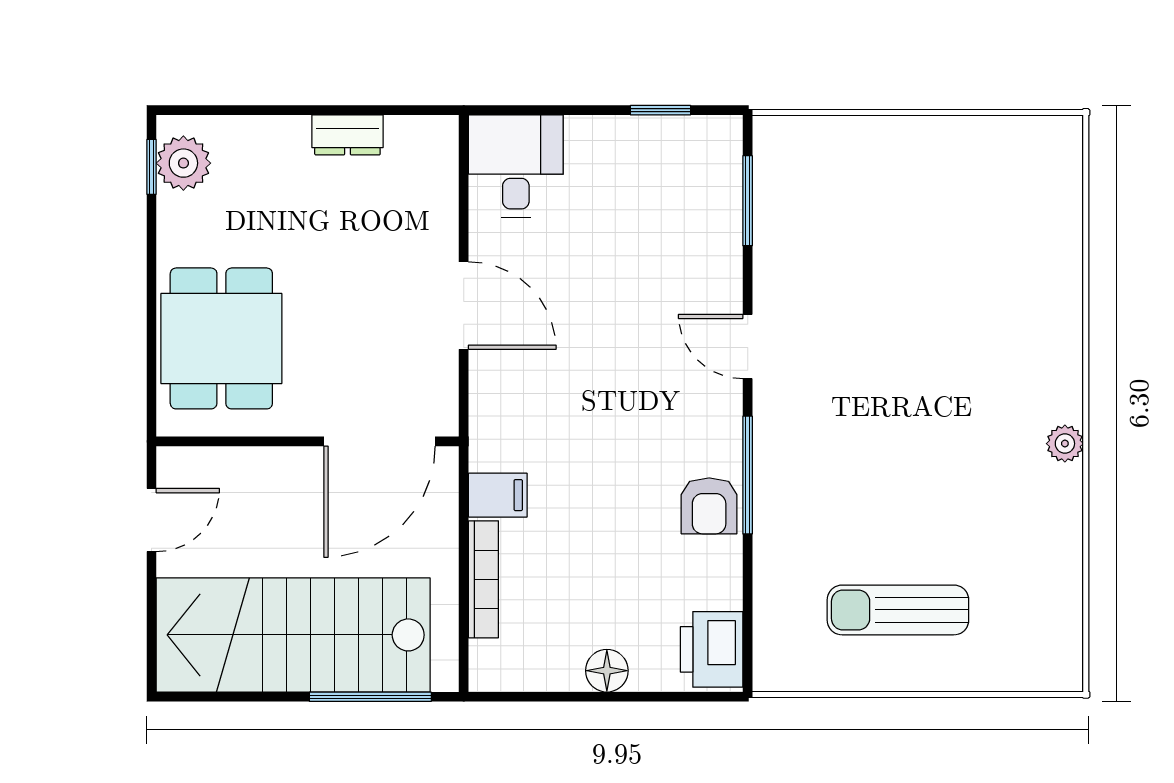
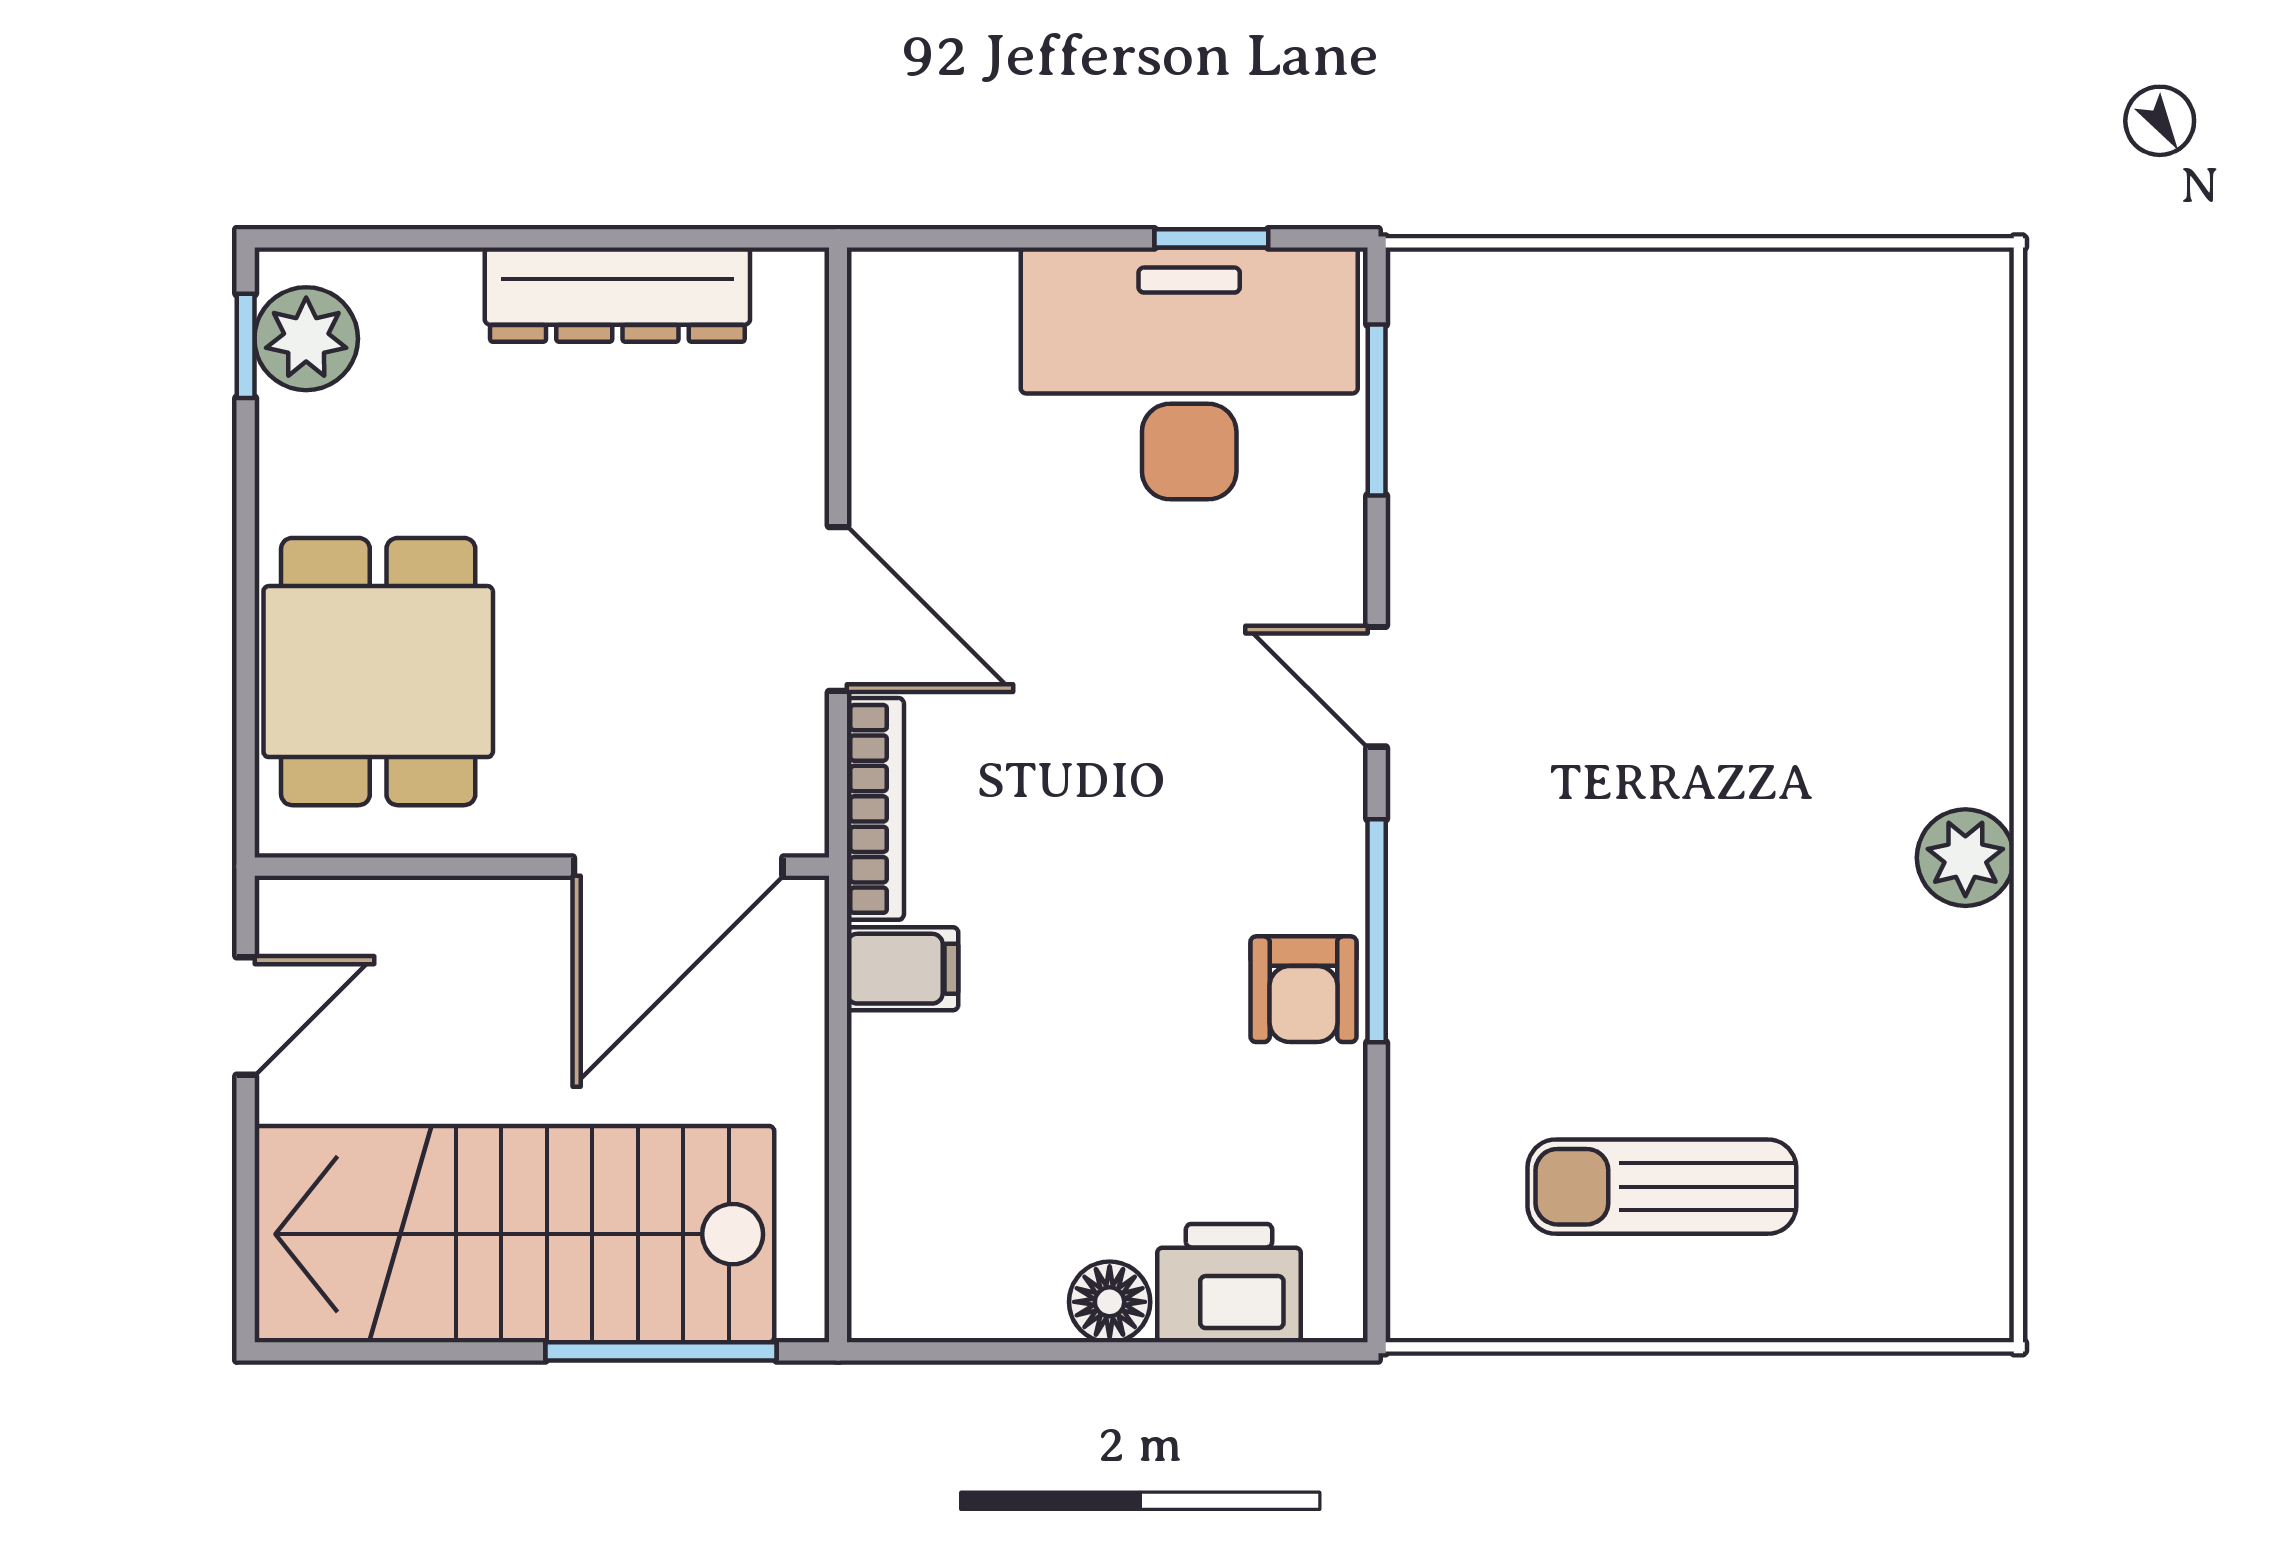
dresser: (347, 135) -> (617, 295), width x1.96, depth x1.24
desk: (516, 166) -> (1189, 373), moved, width x1.87, depth x1.30
plant: (1065, 444) -> (1965, 858), width x1.38, depth x1.38
bookcase: (483, 579) -> (875, 809), moved
printer: (712, 649) -> (1229, 1283), moved, turned 90

